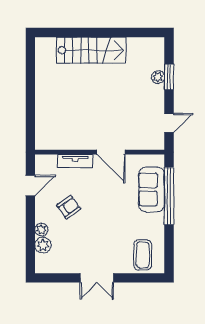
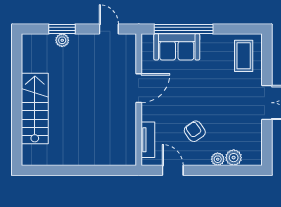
tv unit: (75, 161) -> (148, 140), moved
coffee table: (143, 255) -> (244, 56), turned 90

